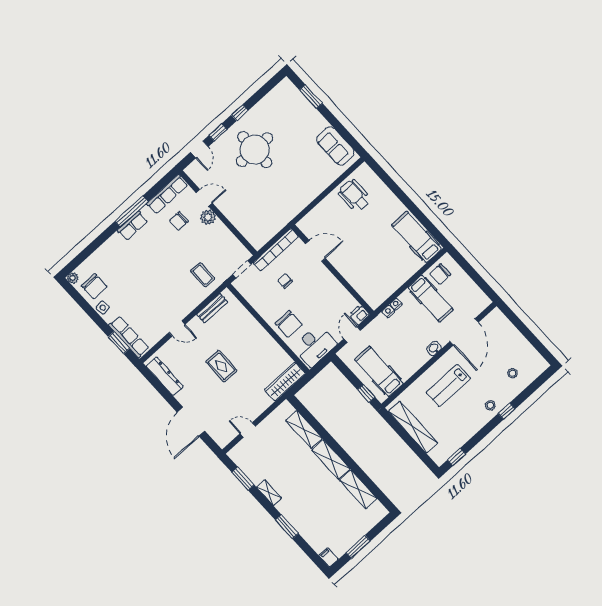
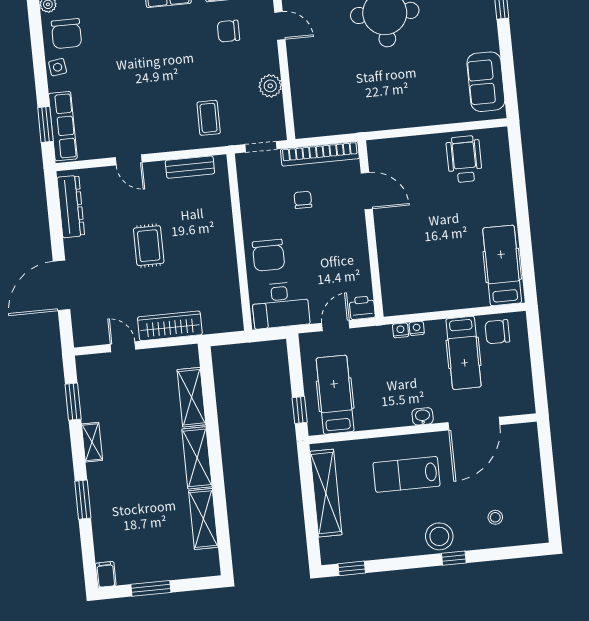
plant: (208, 217) -> (270, 86), moved
wardrobe: (285, 382) -> (170, 326), moved
stool: (490, 405) -> (439, 536), width x1.89, depth x1.89

